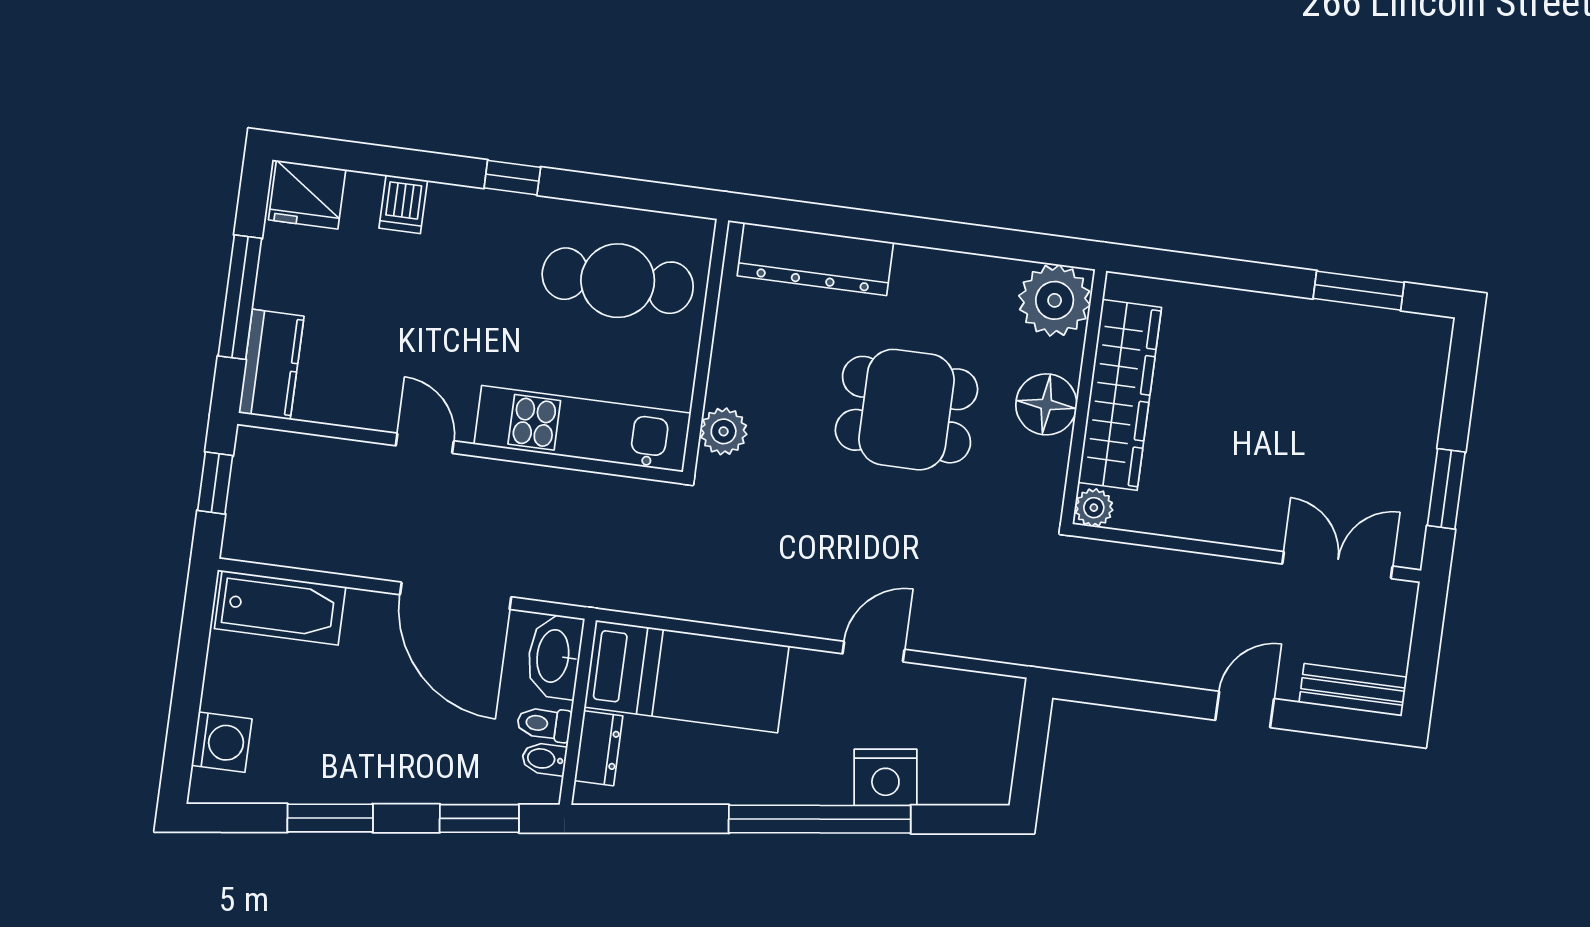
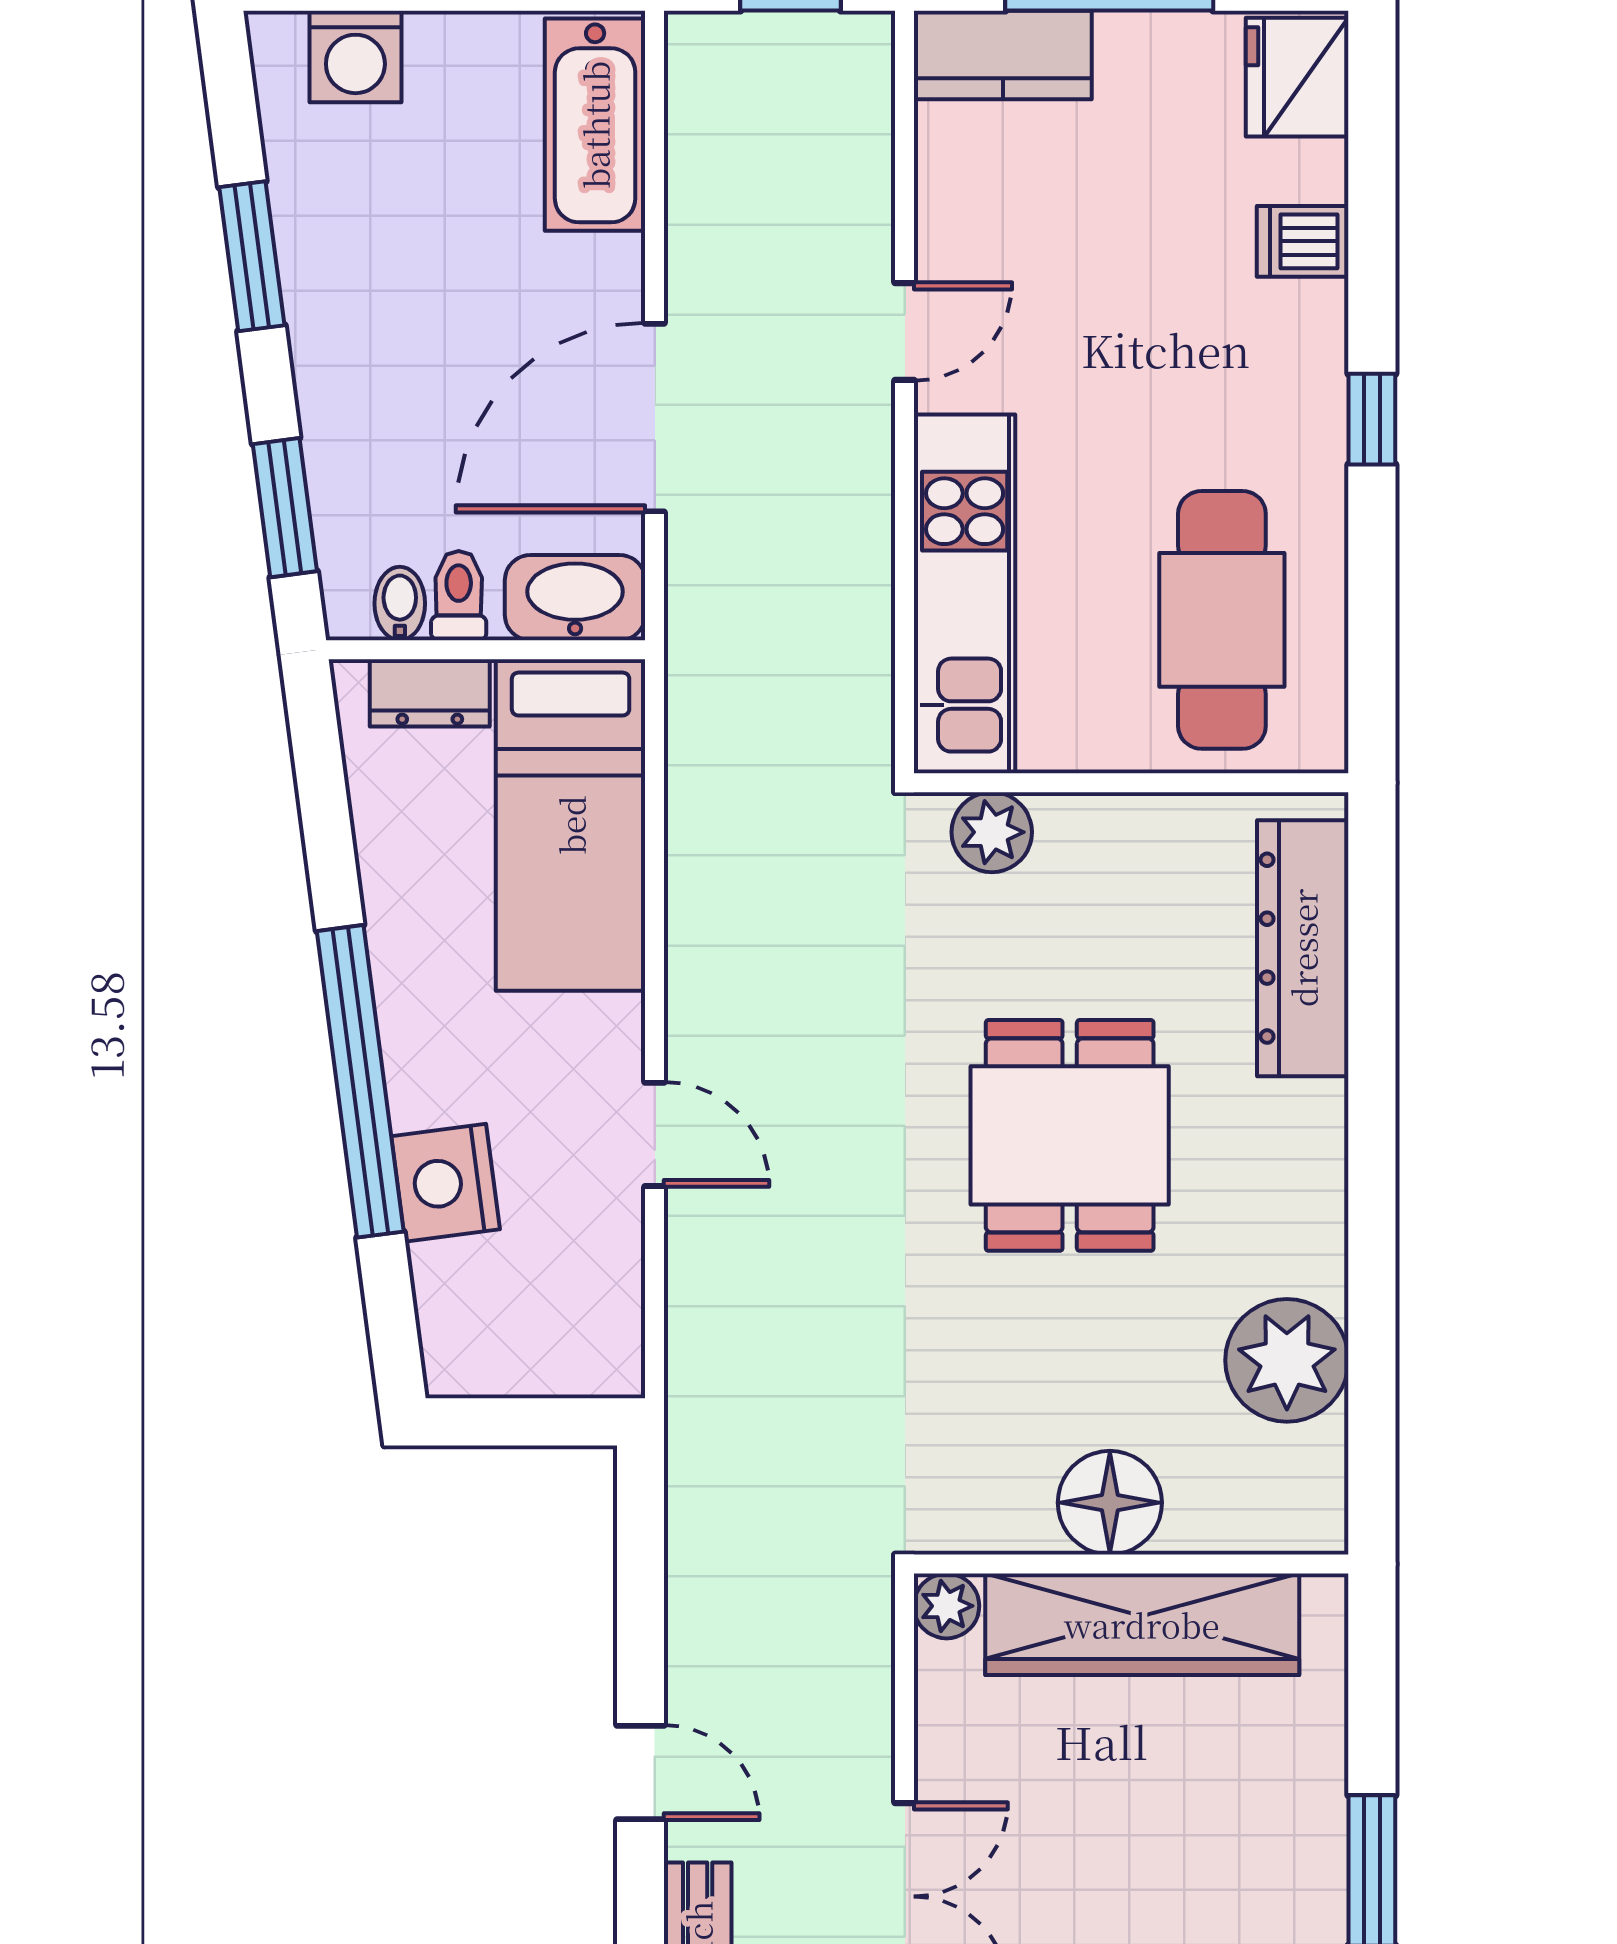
wardrobe: (1120, 395) -> (1142, 1624), moved
wall: (1084, 397) -> (1131, 1564), moved
floor lamp: (1046, 404) -> (1110, 1503), moved
plant: (1094, 508) -> (947, 1606), moved

